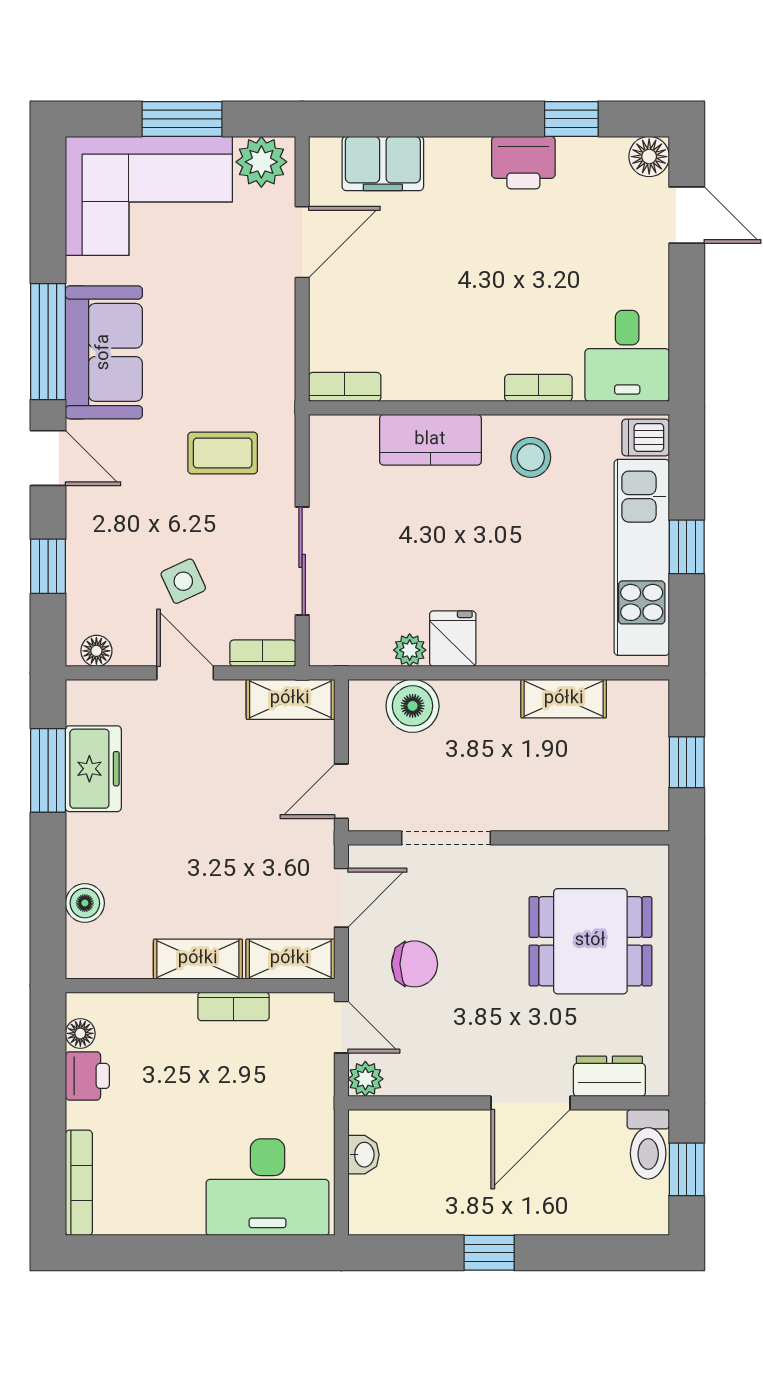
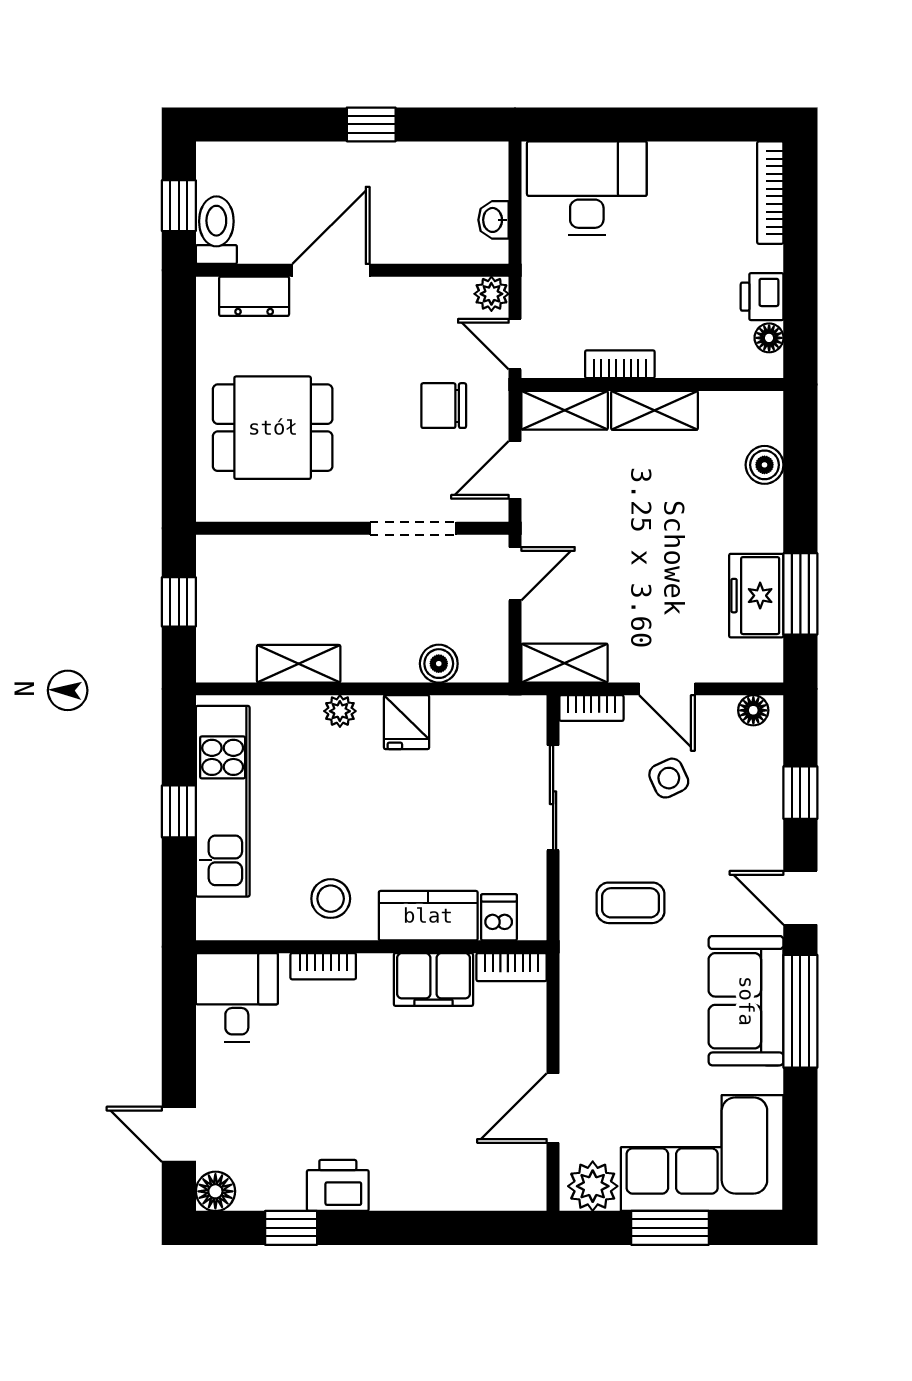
filing cabinet: (383, 163) -> (433, 979), moved, turned 180
dishwasher: (646, 438) -> (499, 917), moved, turned -90
plant: (410, 650) -> (340, 711), moved
boiler: (413, 706) -> (439, 664), width x0.73, depth x0.73

